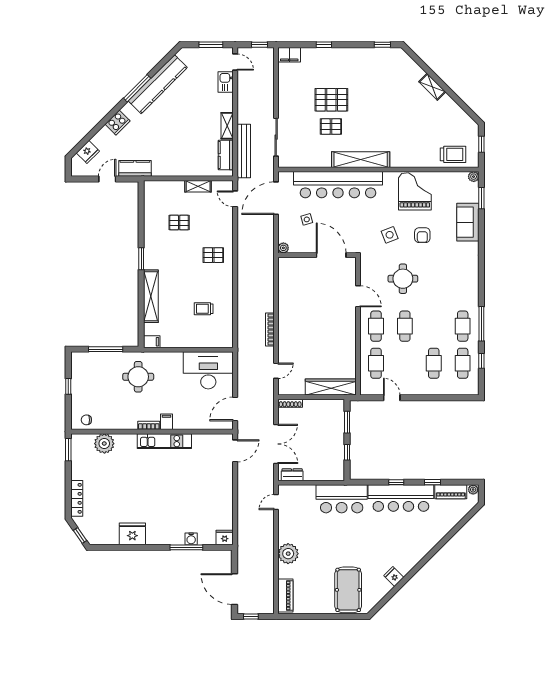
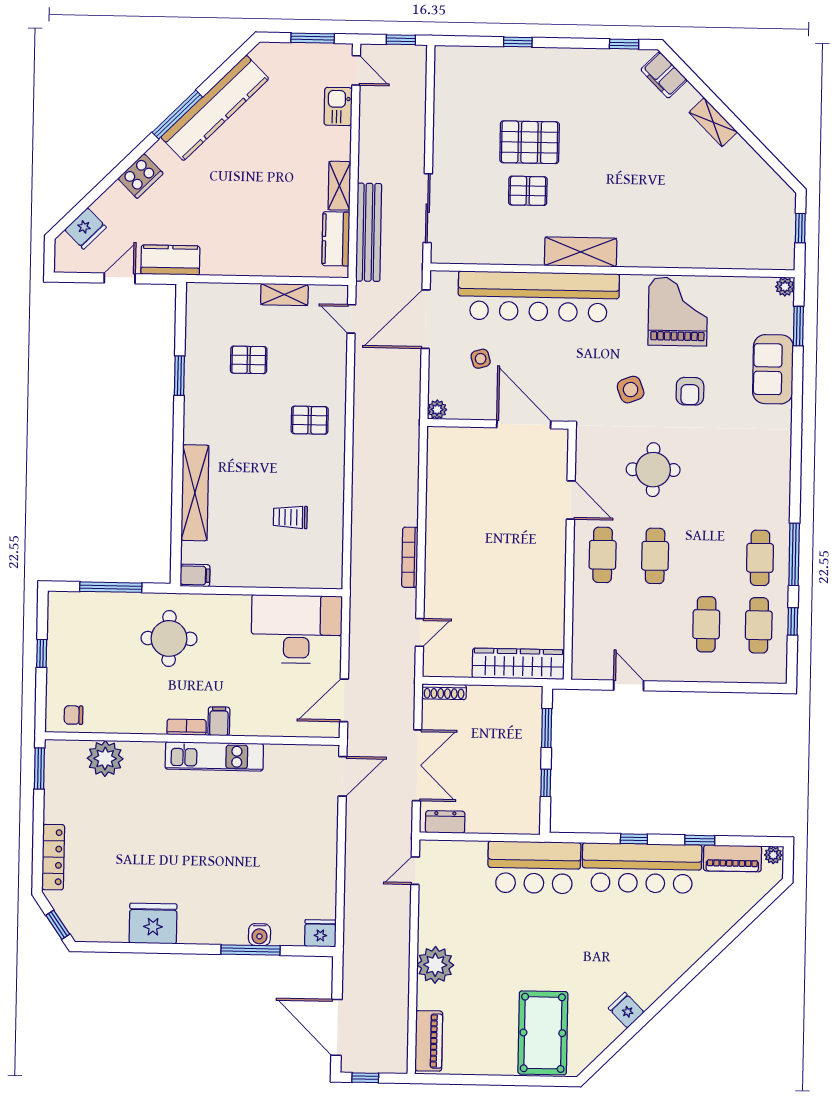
filing cabinet: (289, 55) -> (664, 75), moved, turned 45
trolley: (453, 154) -> (749, 246), removed
shelving: (361, 160) -> (581, 252), width x0.68
window: (141, 259) -> (179, 376), moved
cafe table: (376, 363) -> (601, 622), removed

